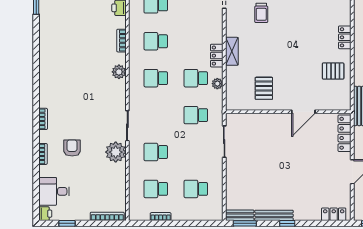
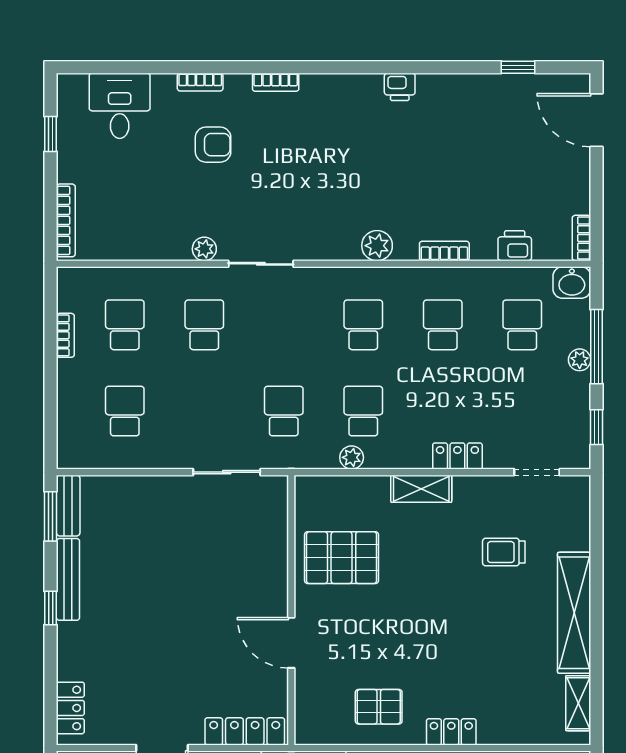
locker: (217, 56) -> (457, 456), moved
pallet: (333, 71) -> (379, 707), turned 90
pallet: (264, 88) -> (342, 558), width x1.50, depth x1.42
plant: (116, 152) -> (204, 249), width x0.53, depth x0.53
printer: (45, 214) -> (400, 87), moved

